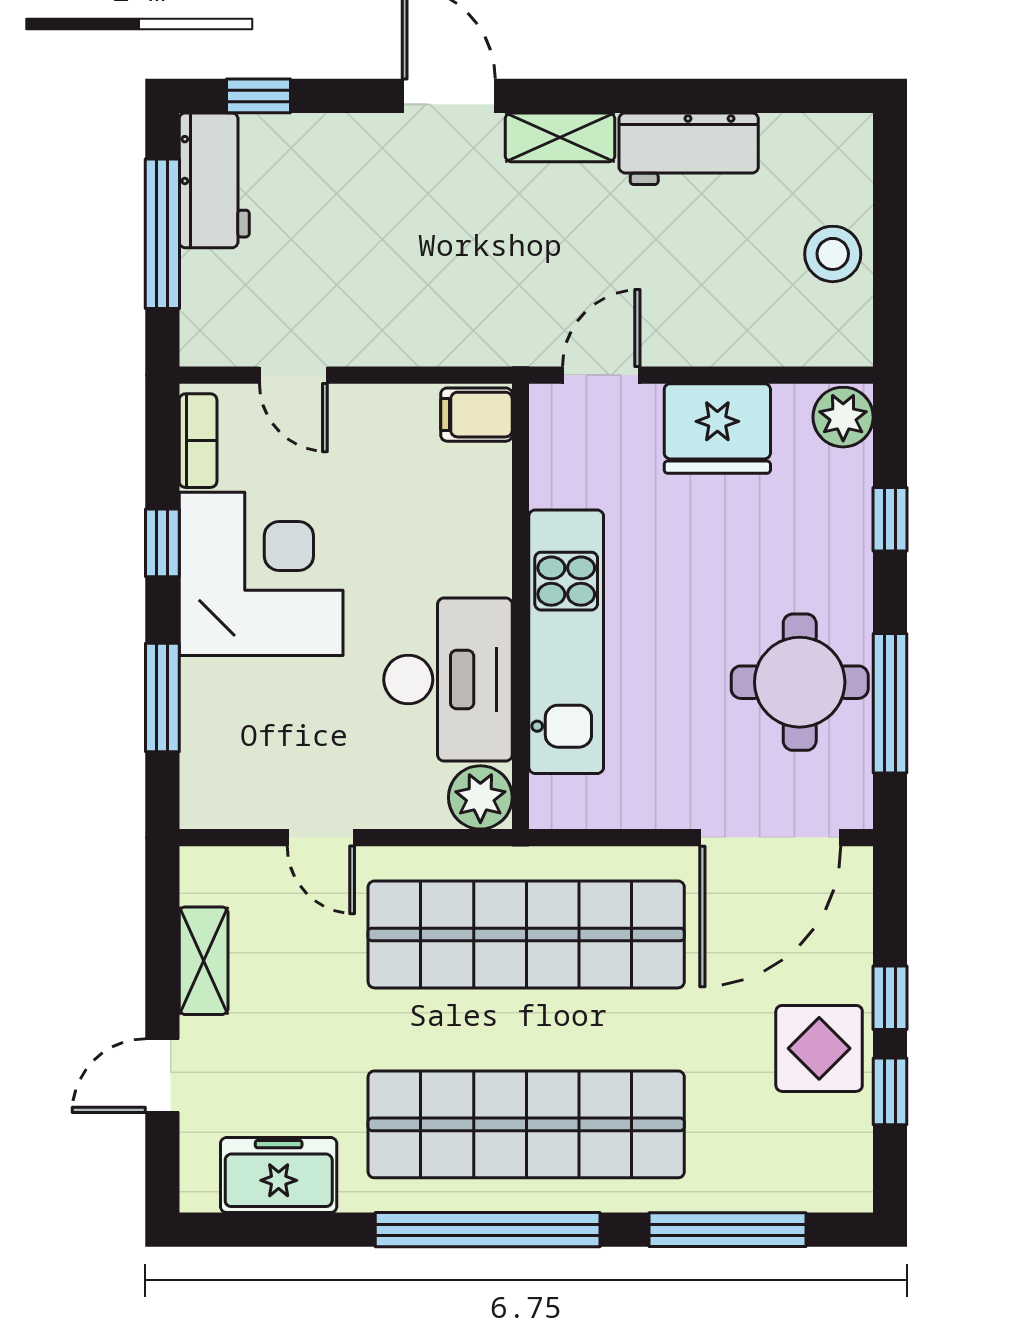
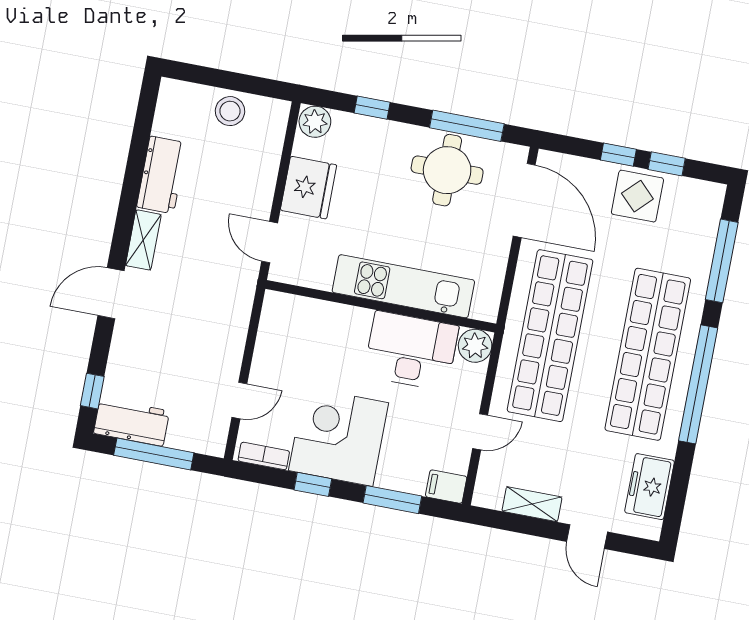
filing cabinet: (476, 415) -> (446, 487), moved, turned 90

